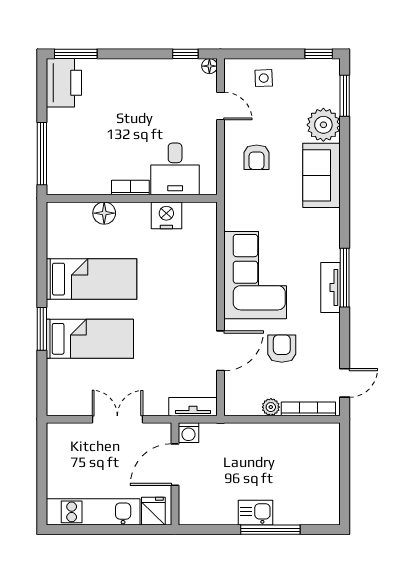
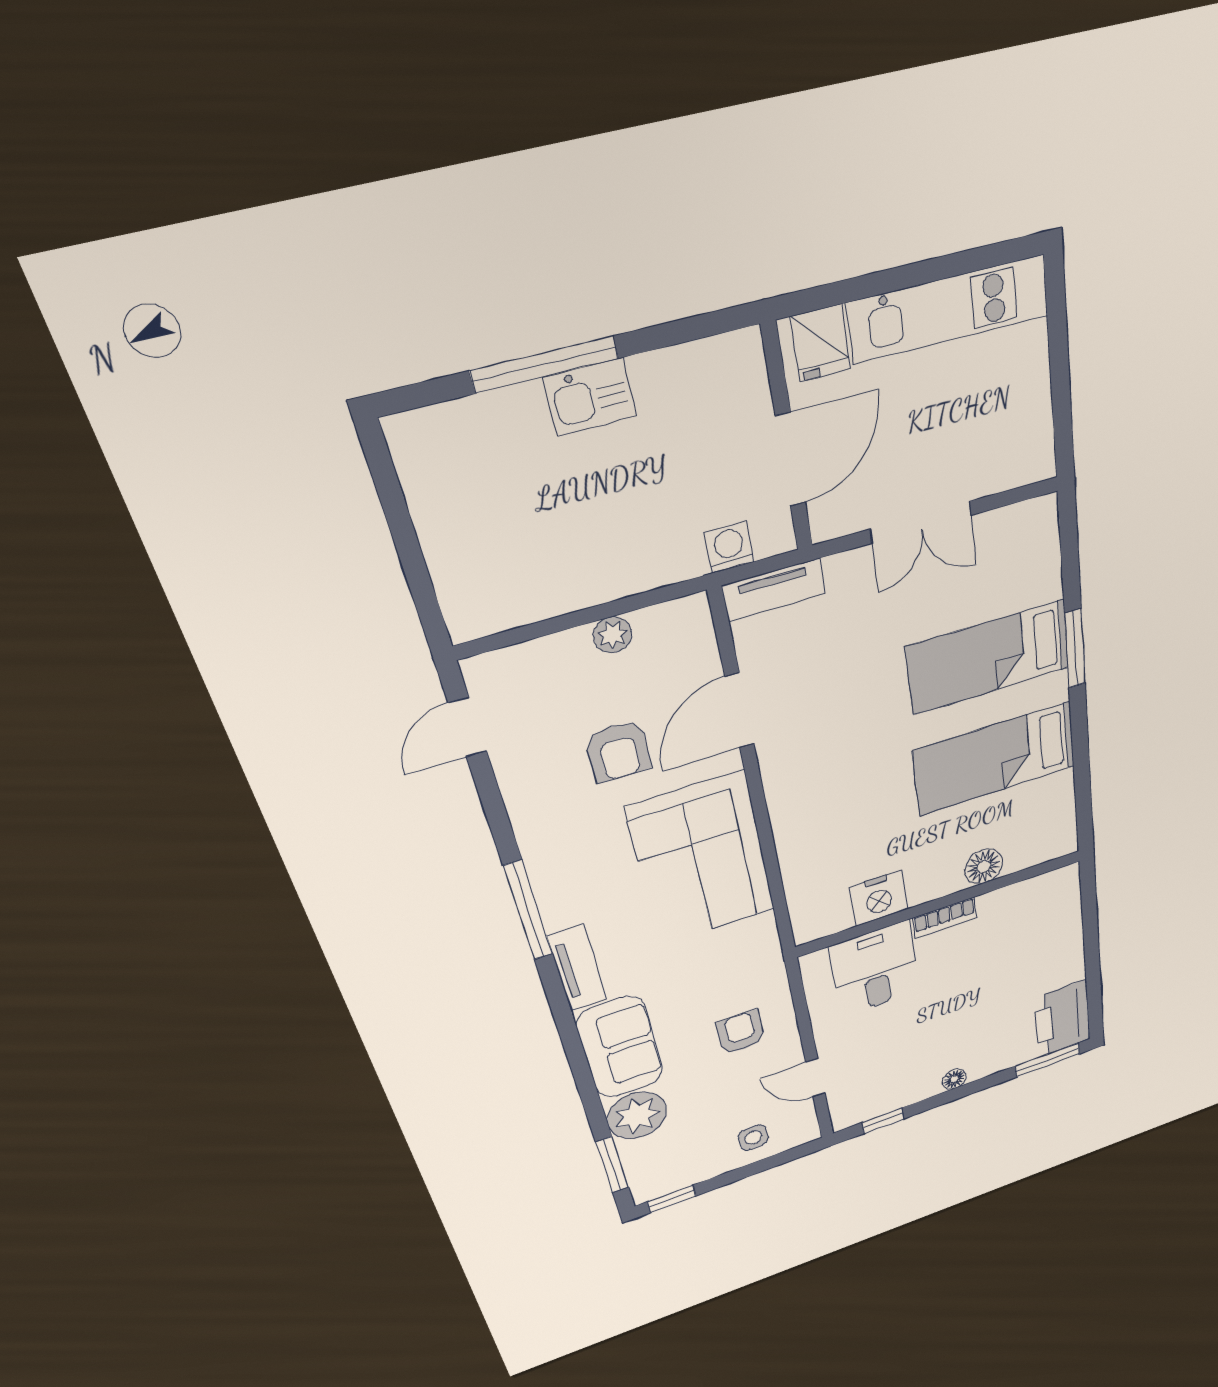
floor lamp: (209, 66) -> (954, 1079), moved
window: (42, 154) -> (1090, 916), removed
tv unit: (330, 288) -> (577, 968), moved
bookcase: (308, 409) -> (531, 654), removed
washing machine: (188, 433) -> (729, 547), moved

